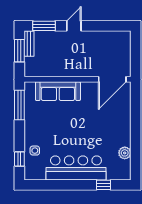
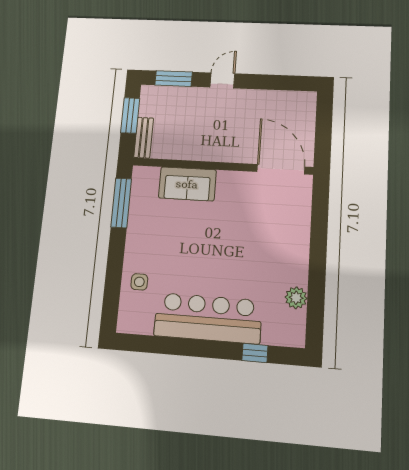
bench: (29, 44) -> (144, 138), moved
door: (112, 79) -> (281, 169), swing flipped
sofa: (58, 91) -> (187, 184), width x0.73
window: (19, 159) -> (112, 295), removed

